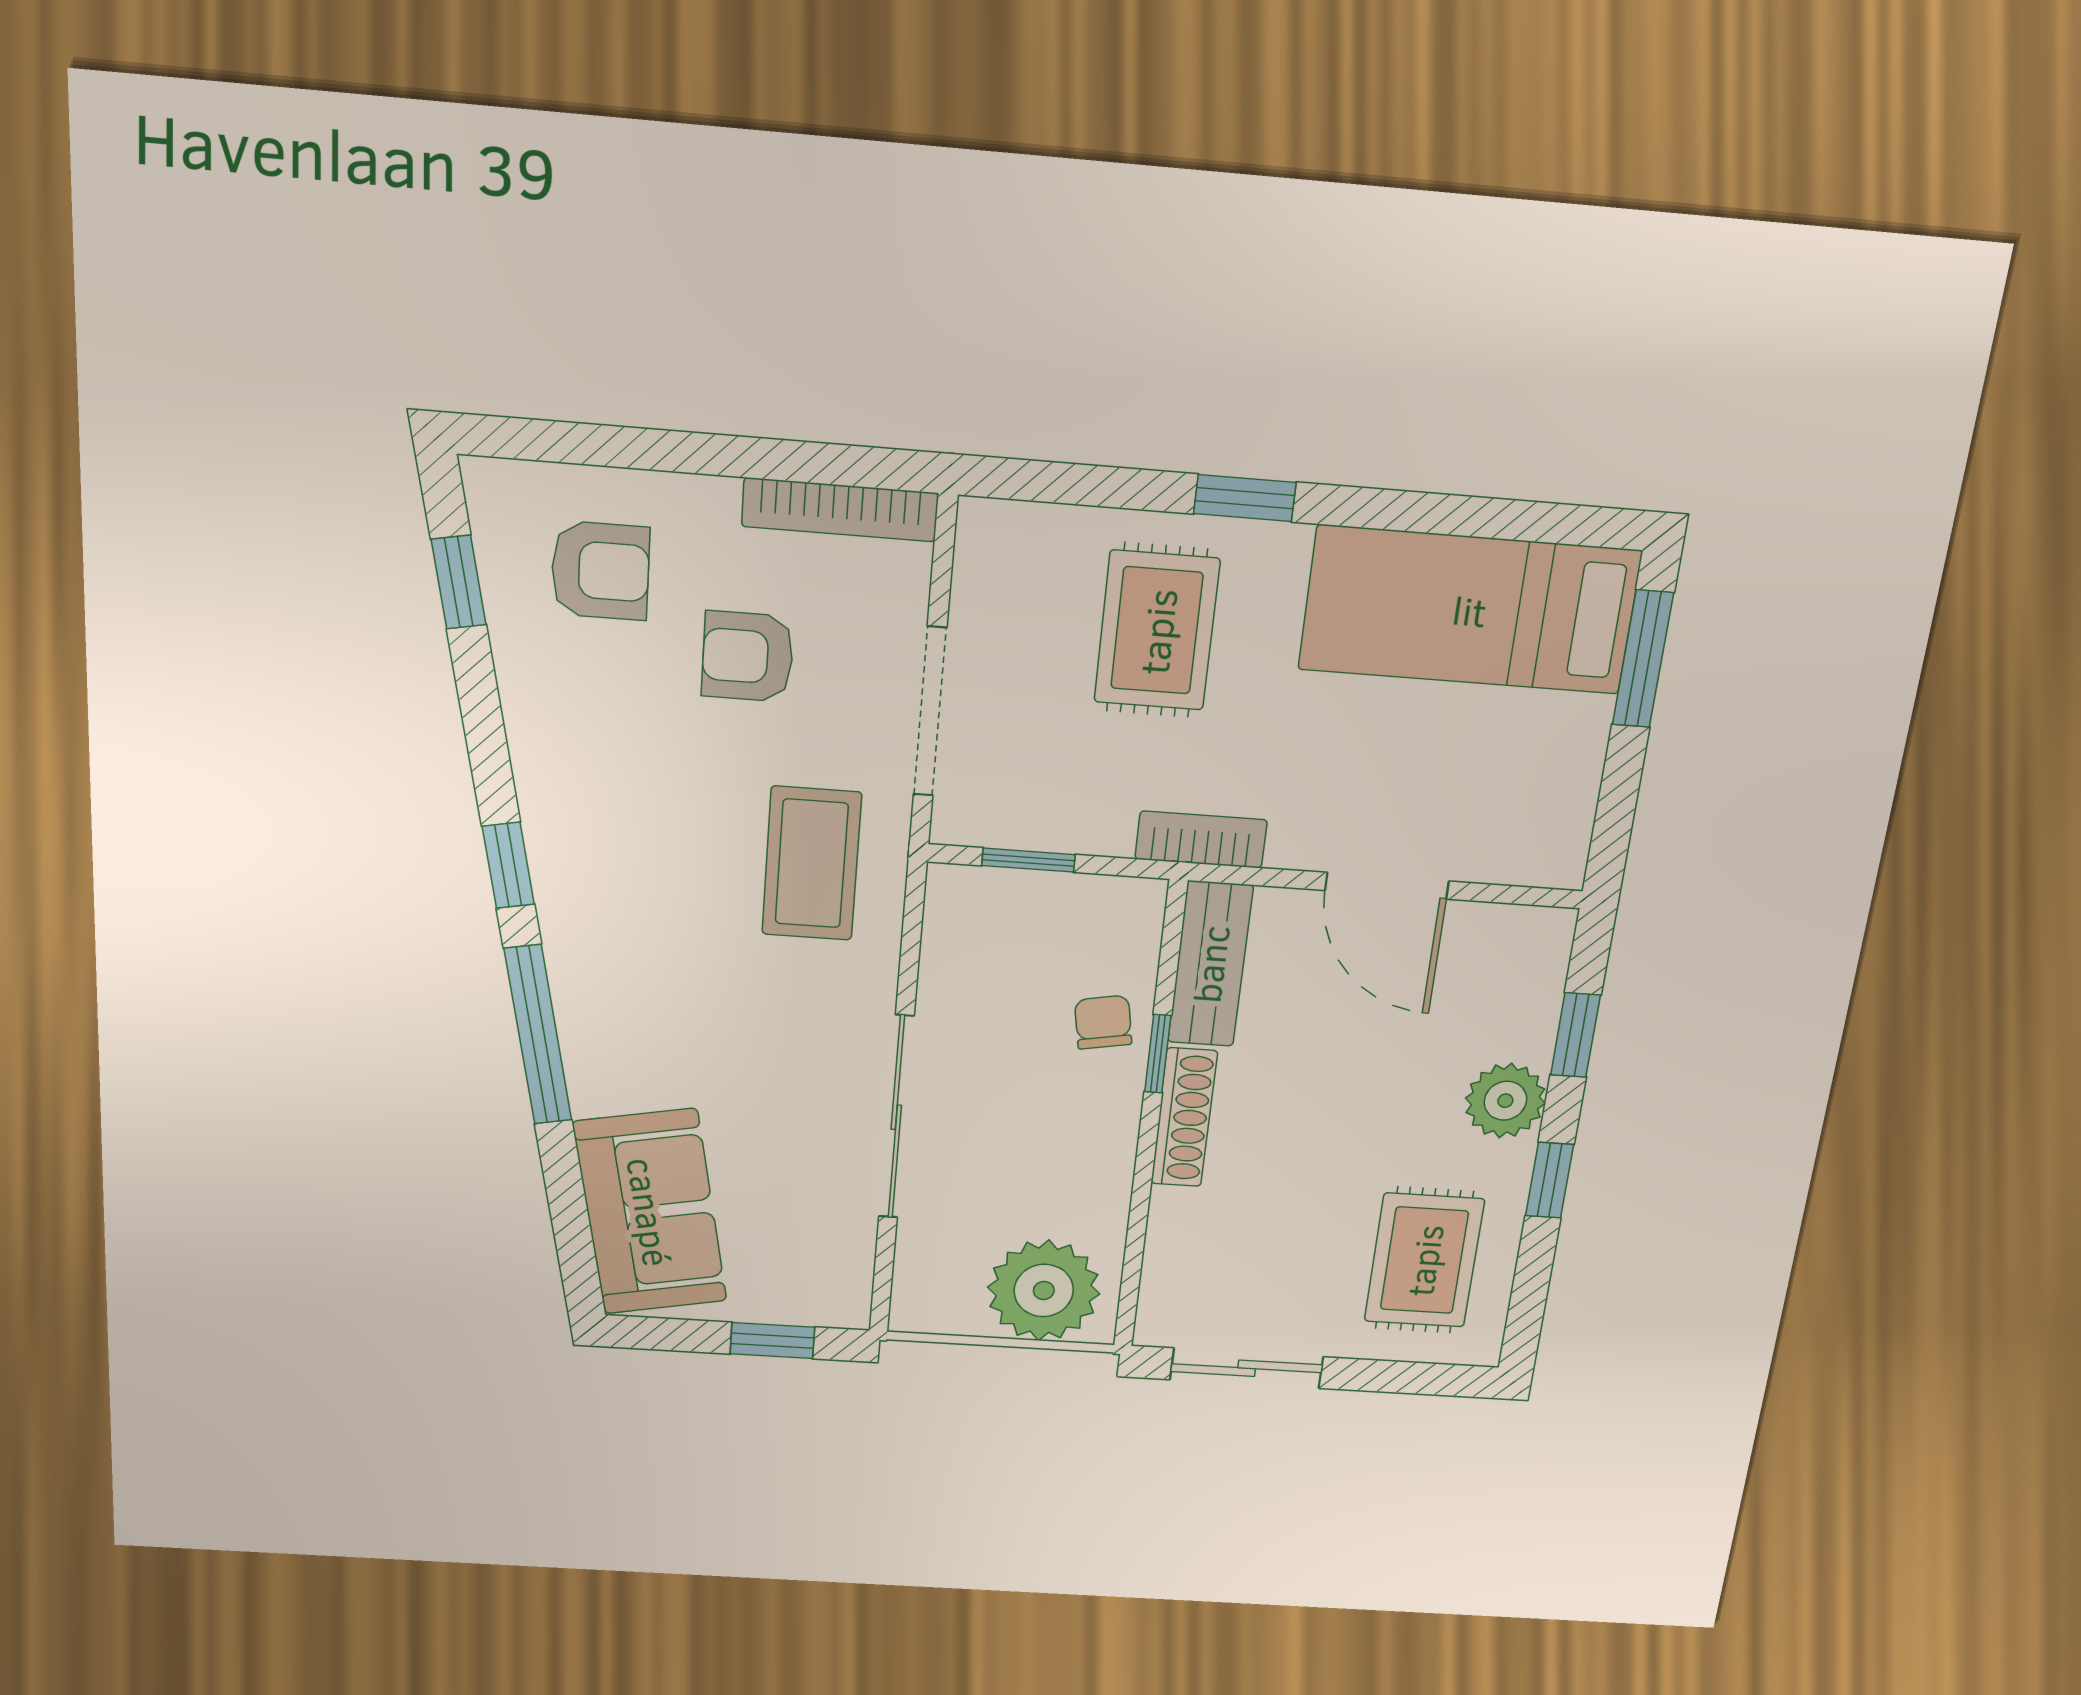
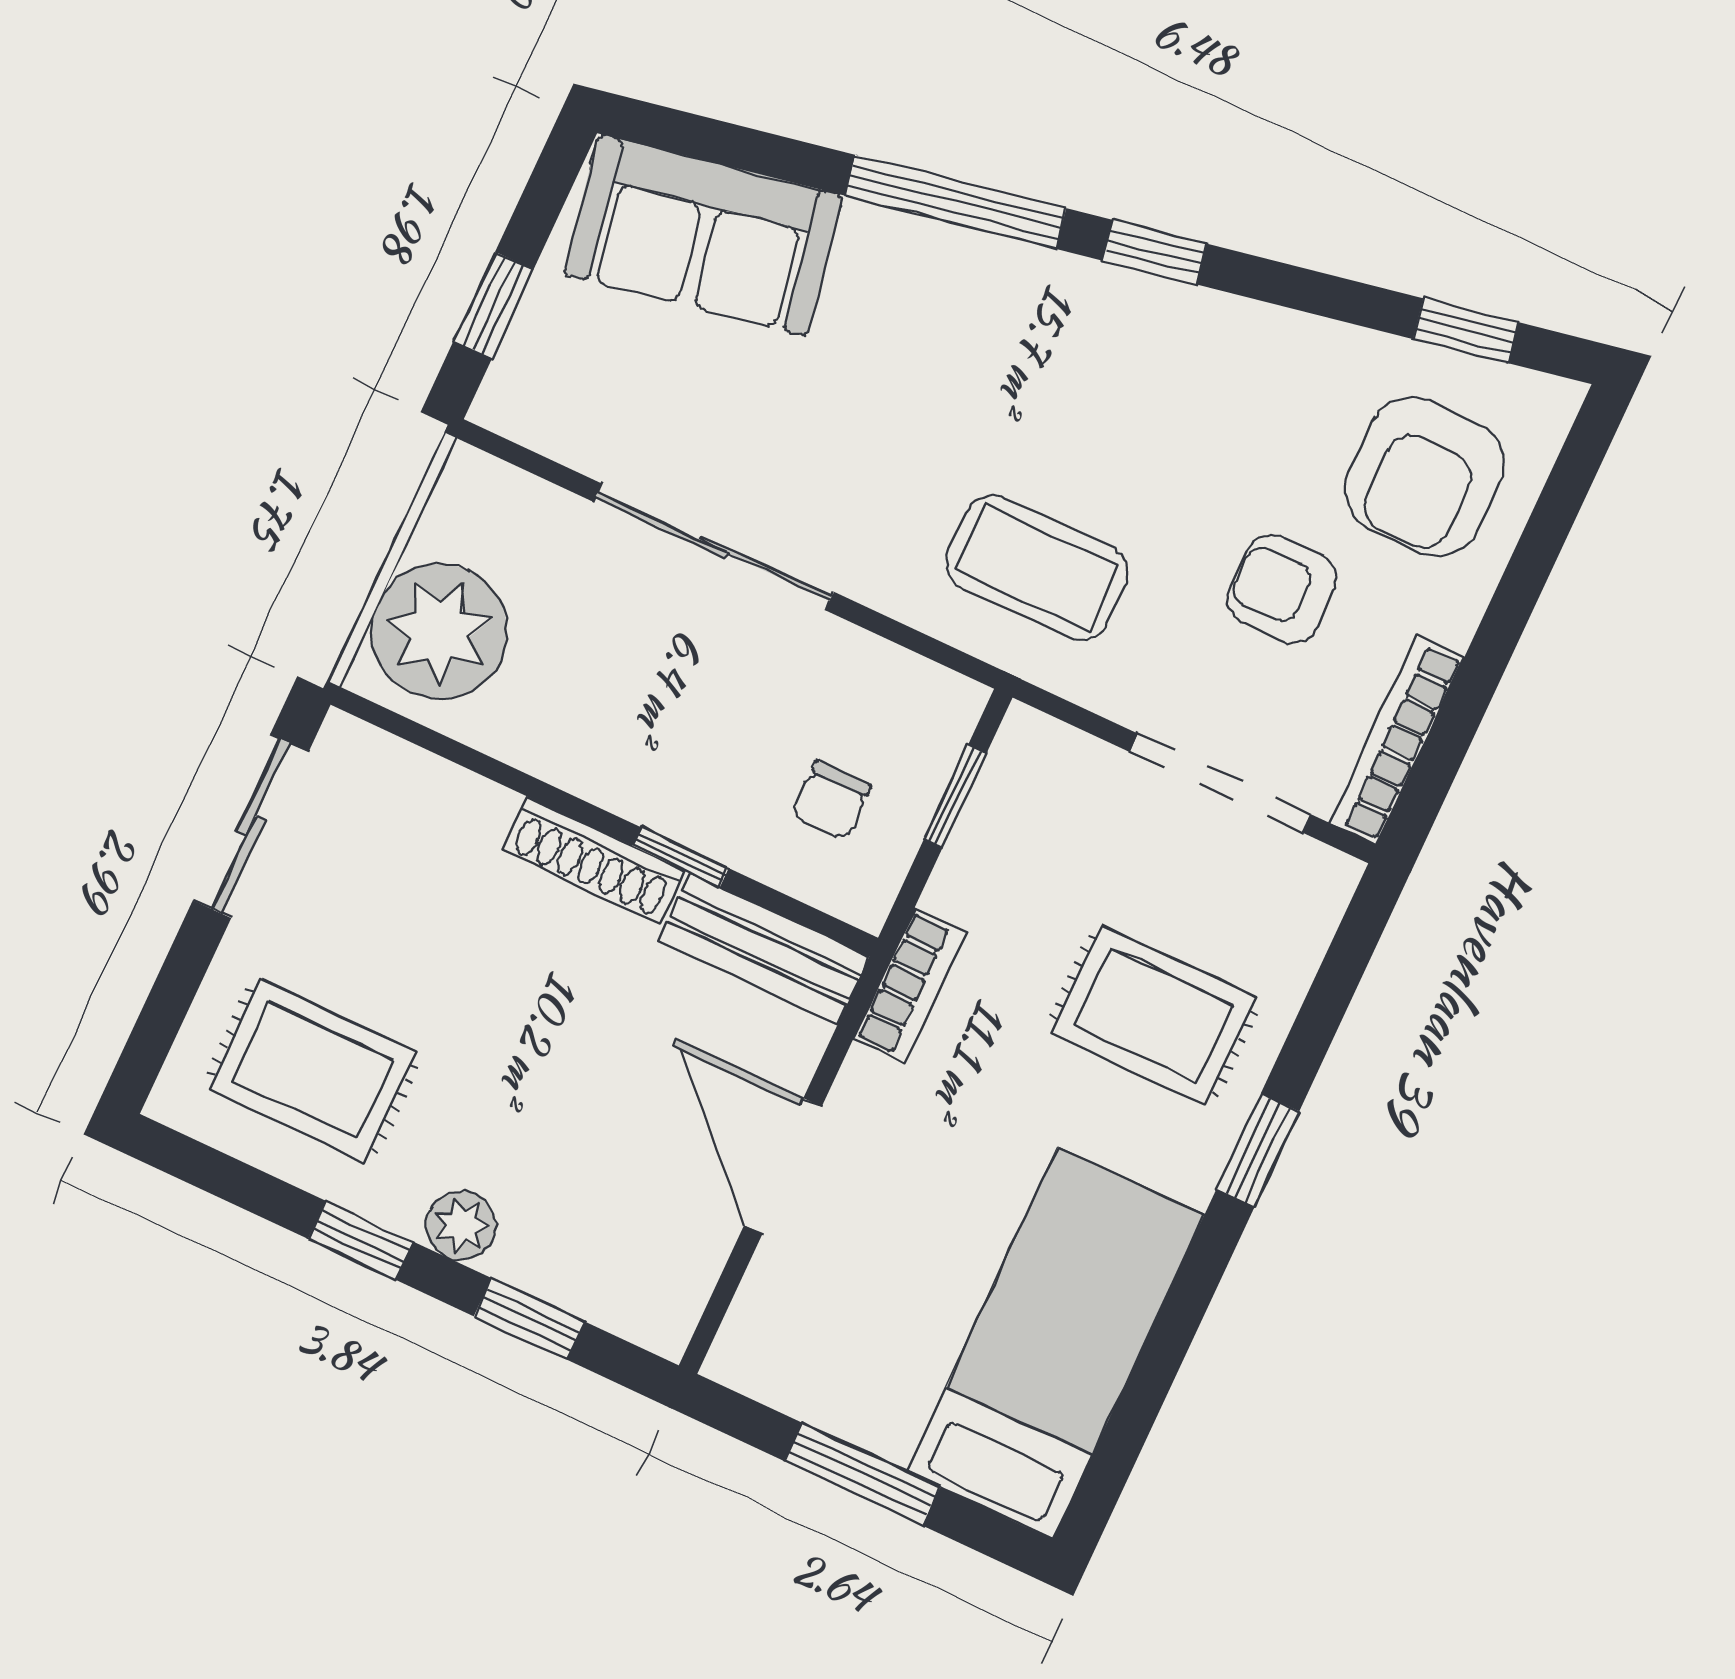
armchair: (600, 571) -> (1425, 477), width x1.38, depth x1.38
armchair: (748, 657) -> (1282, 589), turned -90
window: (1643, 659) -> (862, 1474), moved
doorway: (930, 712) -> (1220, 783), moved
door: (1387, 886) -> (783, 1166), hinge flipped
chair: (1103, 1022) -> (831, 800), moved, turned 100
plant: (1505, 1101) -> (461, 1226), width x0.73, depth x0.73

